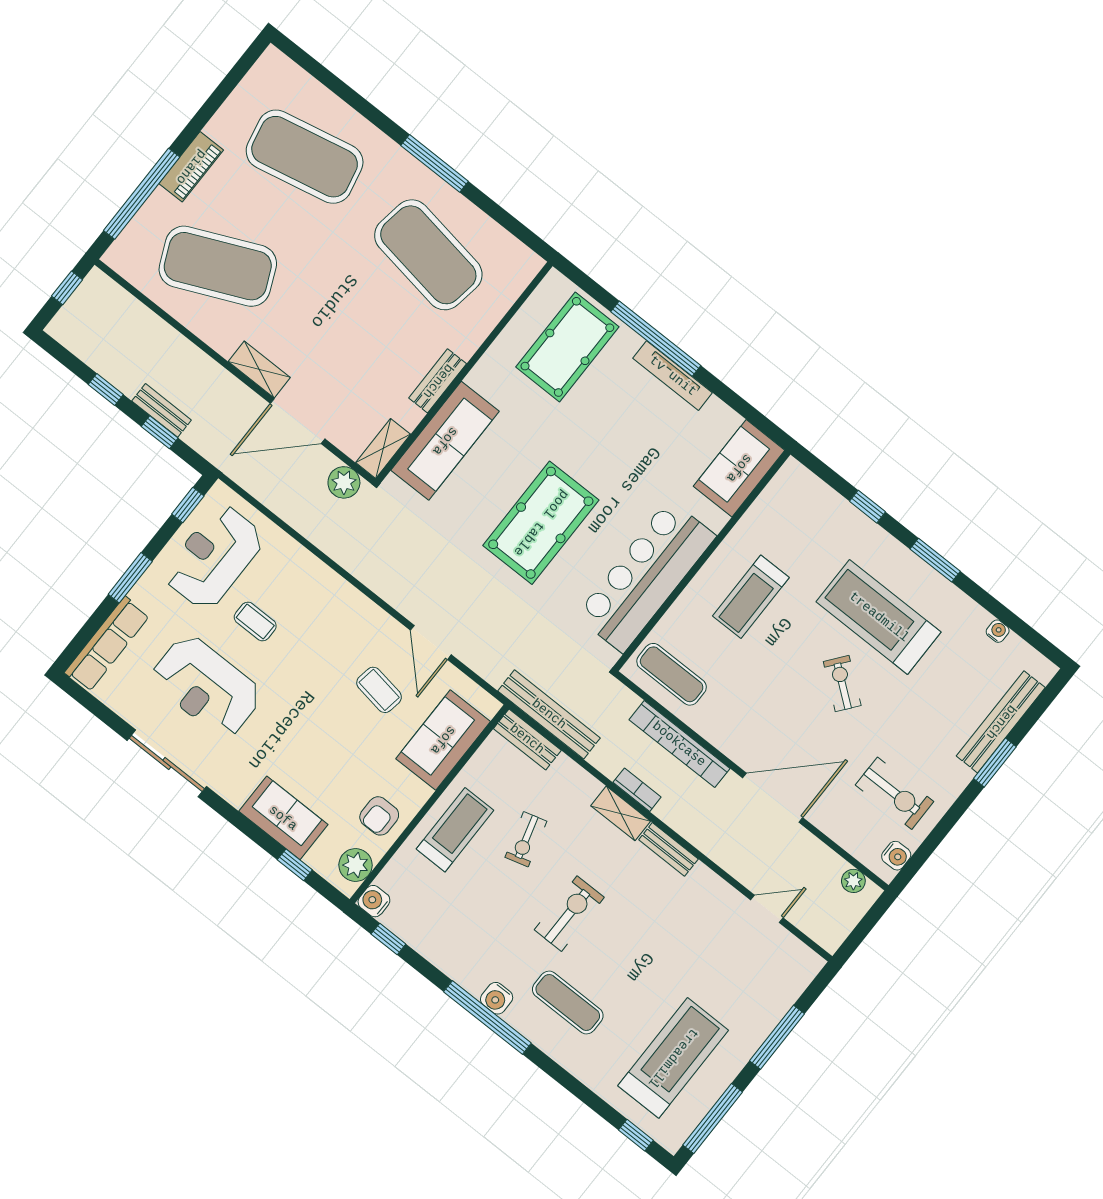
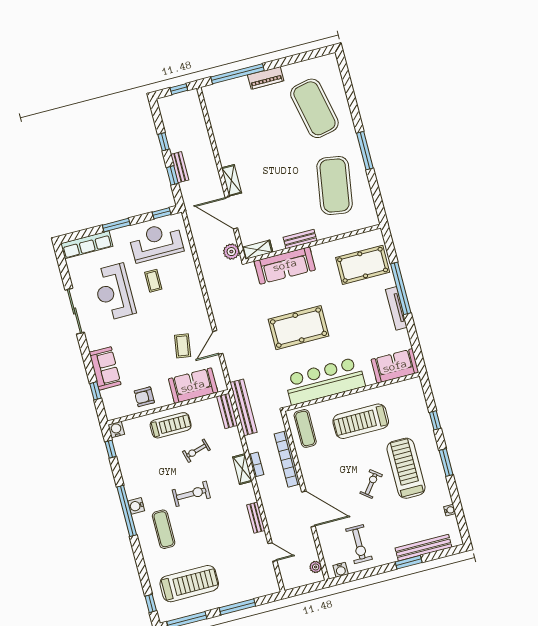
exercise mat: (218, 266) -> (246, 126), removed
treadmill: (751, 597) -> (361, 421), width x1.37, depth x1.38
bench: (668, 849) -> (256, 518), moved
plant: (356, 865) -> (120, 409), removed

